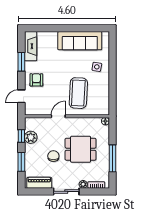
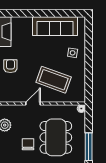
coffee table: (78, 93) -> (54, 80), turned -73
dining table: (81, 149) -> (56, 137), width x1.38

